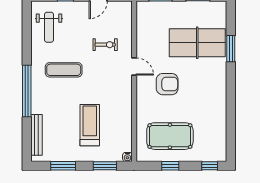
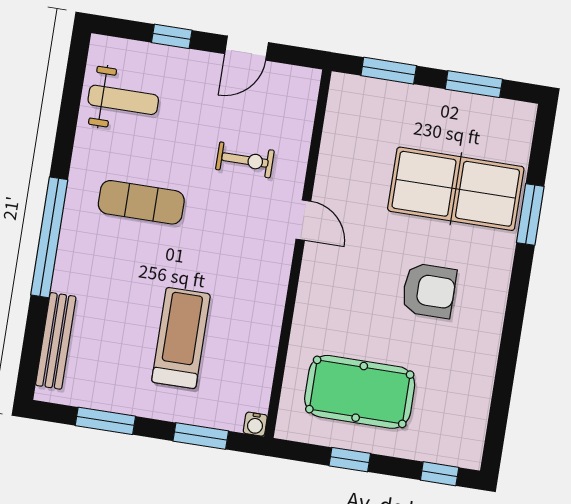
weight bench: (49, 27) -> (123, 100), turned -90
armchair: (167, 84) -> (429, 291), moved

